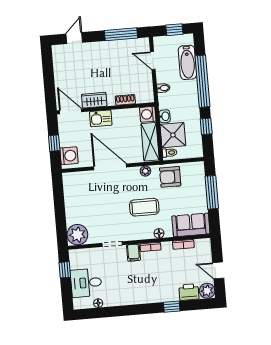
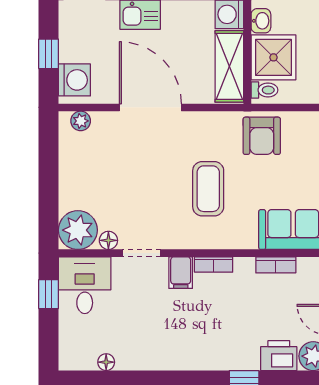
plant: (145, 171) -> (81, 121), moved
armchair: (170, 177) -> (262, 136), turned -90
coffee table: (144, 207) -> (208, 189), turned 90
floor lamp: (159, 233) -> (108, 240), moved
desk: (86, 283) -> (85, 285), moved, turned 90

